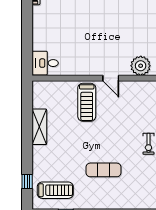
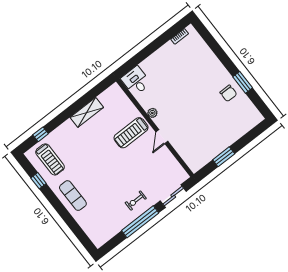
plant: (141, 66) -> (152, 113), moved, width x0.53, depth x0.53
exercise mat: (104, 170) -> (73, 196), moved

